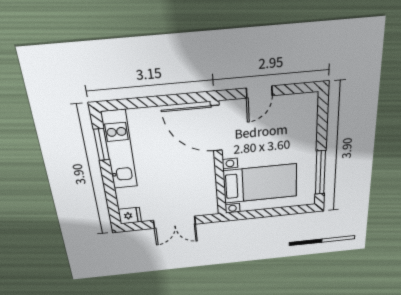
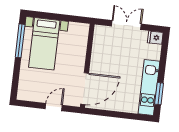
door: (216, 128) -> (85, 89), hinge flipped
bed with nightstands: (260, 183) -> (44, 44), moved, turned -90

